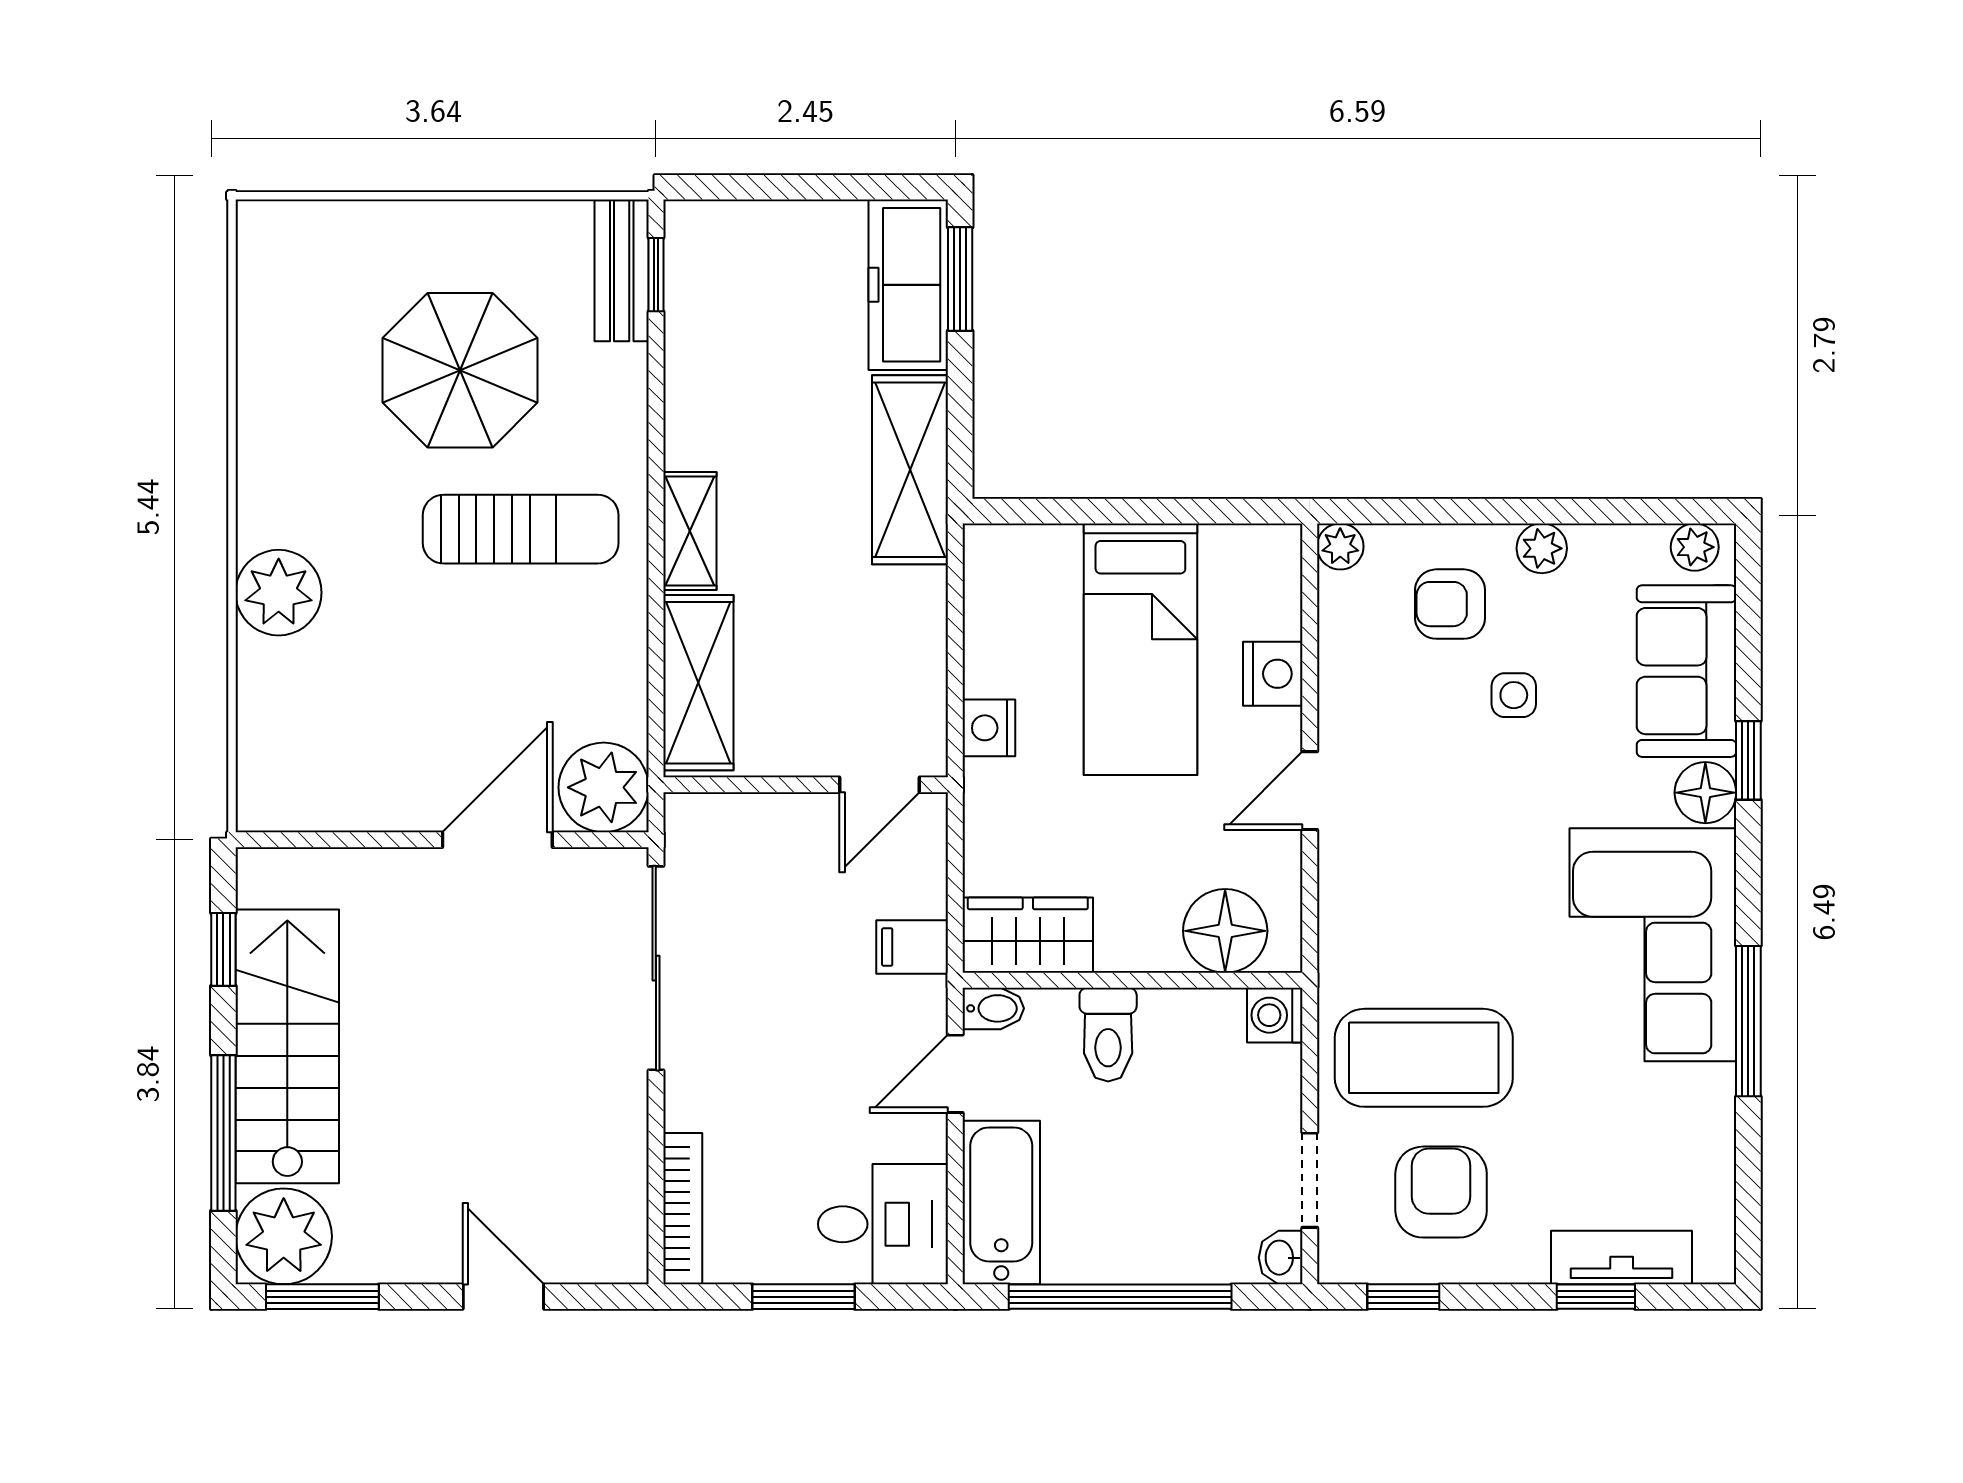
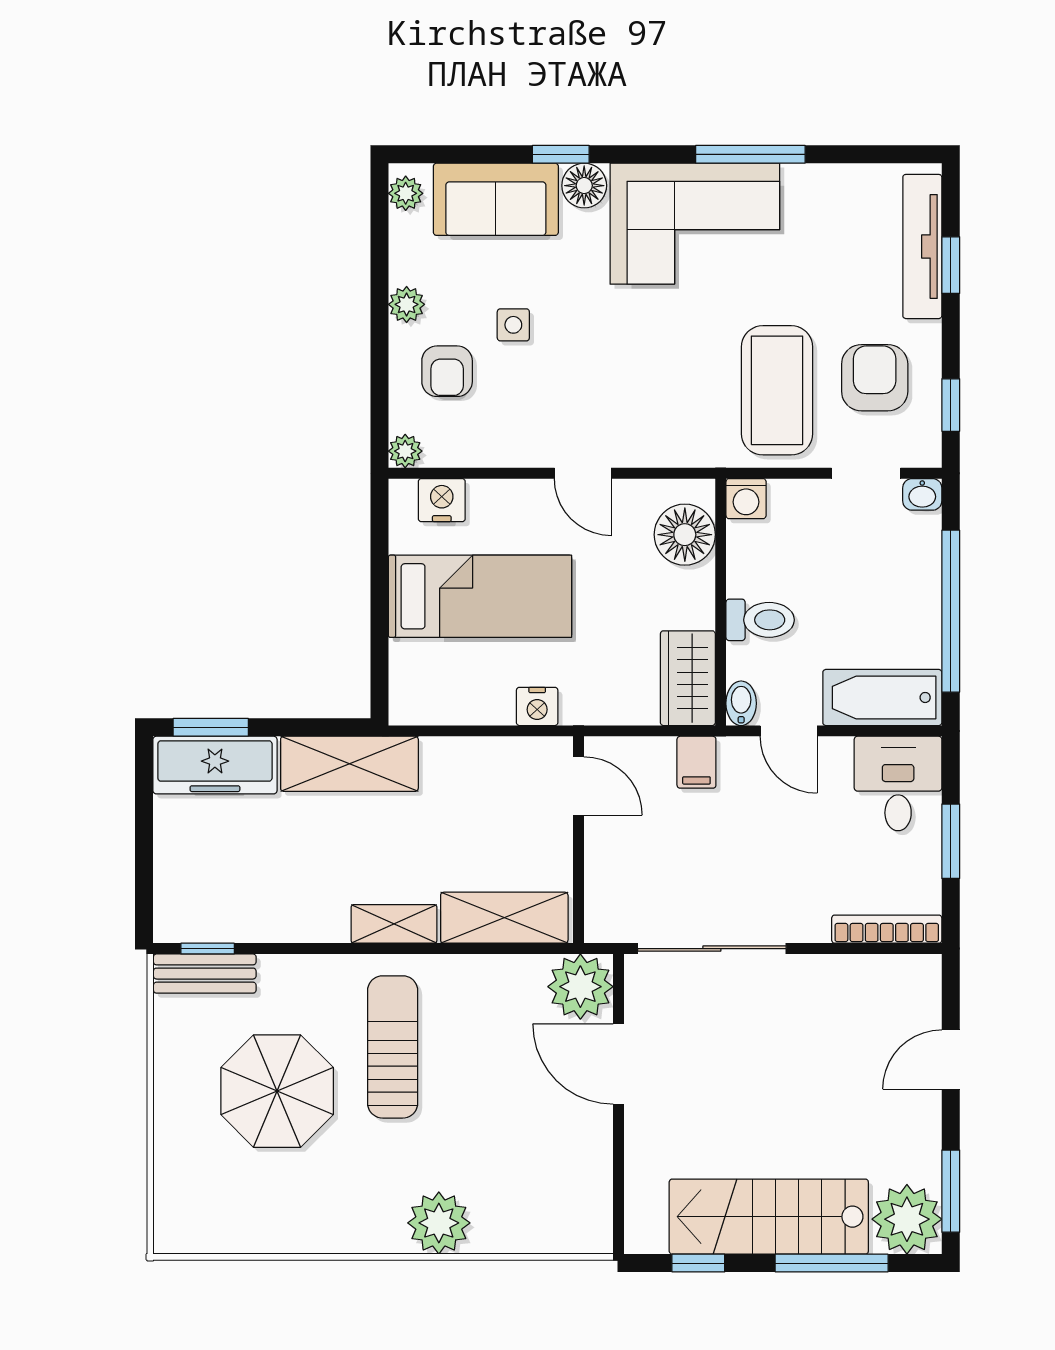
nightstand: (1273, 674) -> (442, 500), moved
armchair: (1441, 1192) -> (875, 378), turned 90
tv unit: (1622, 1258) -> (922, 246), width x1.41

